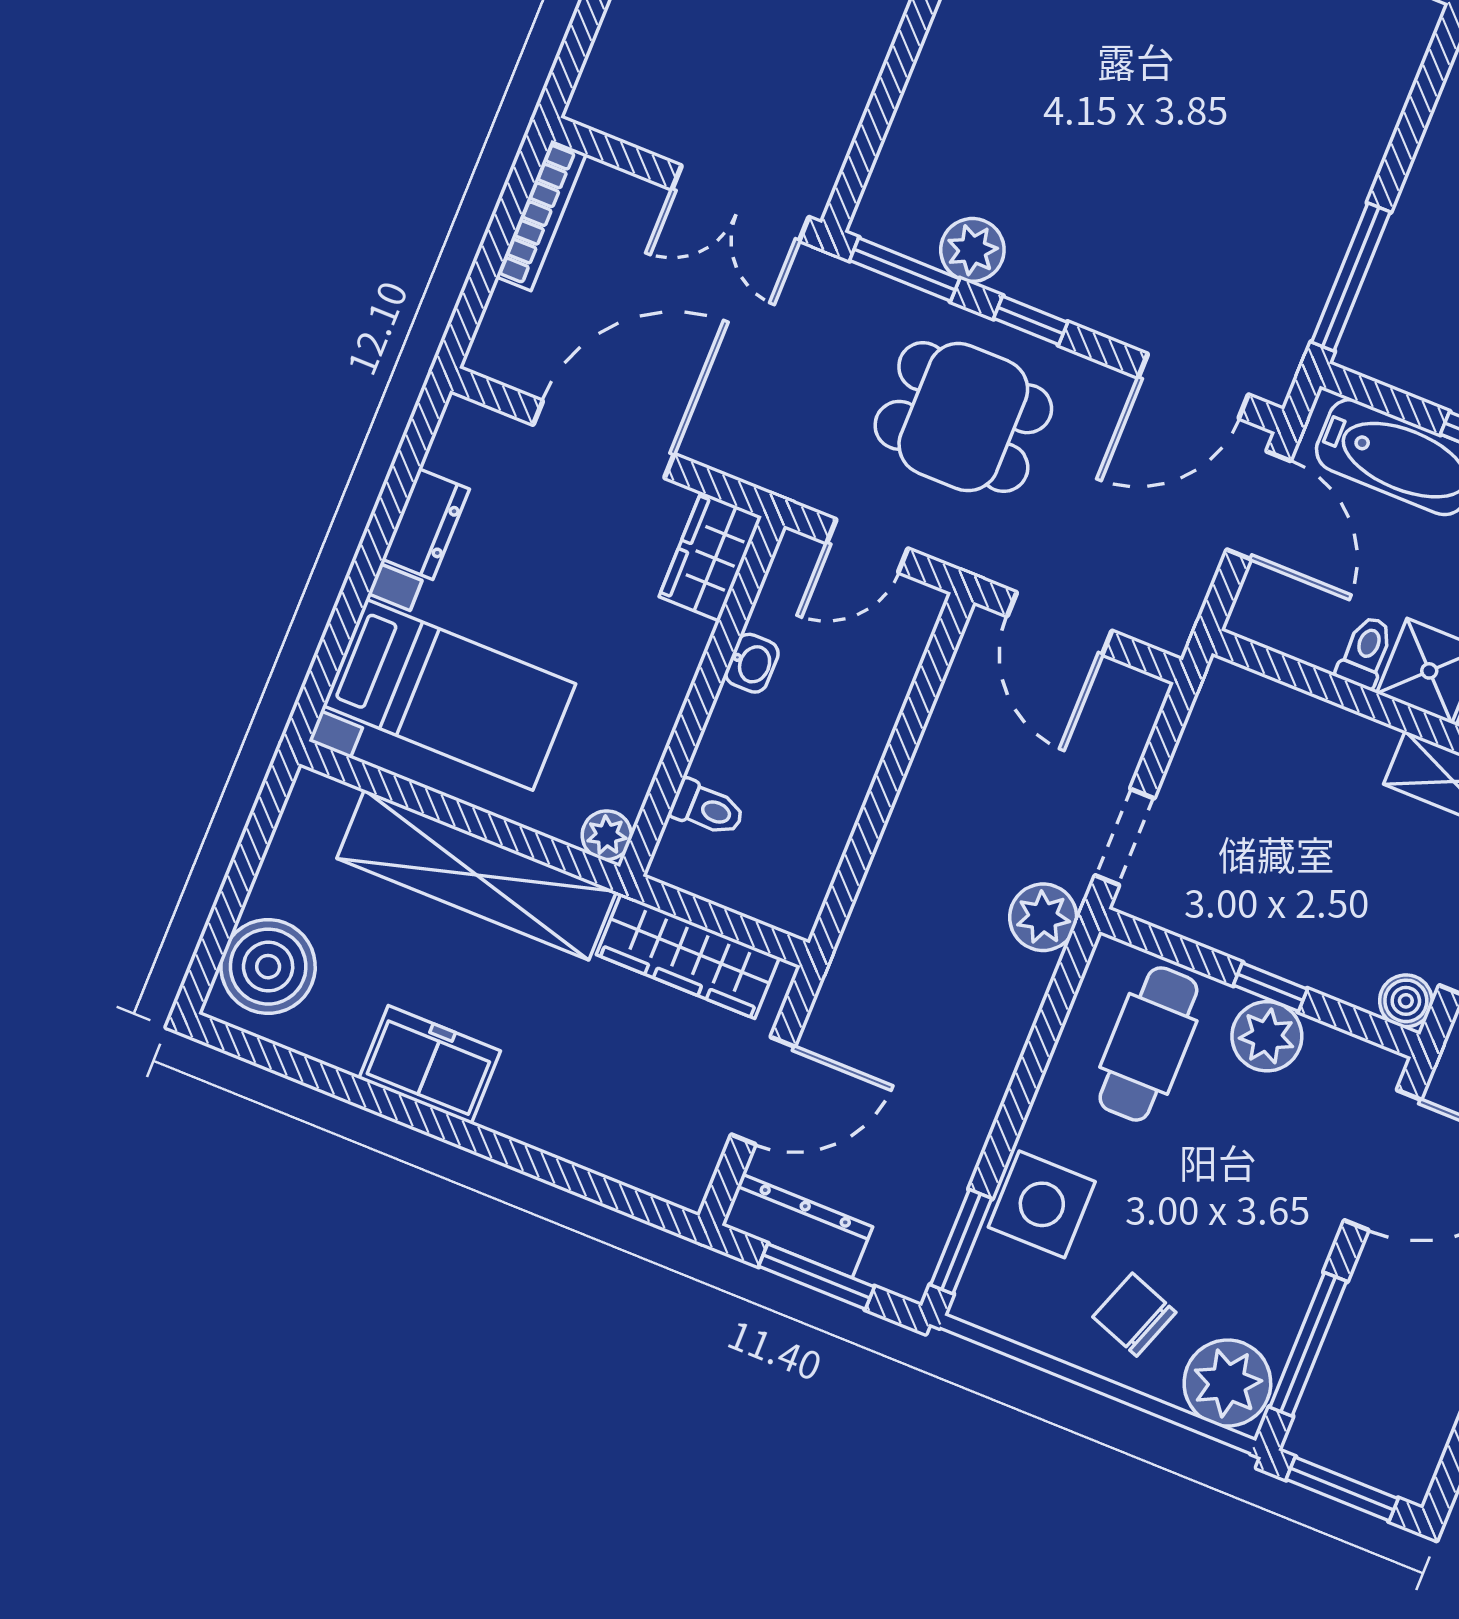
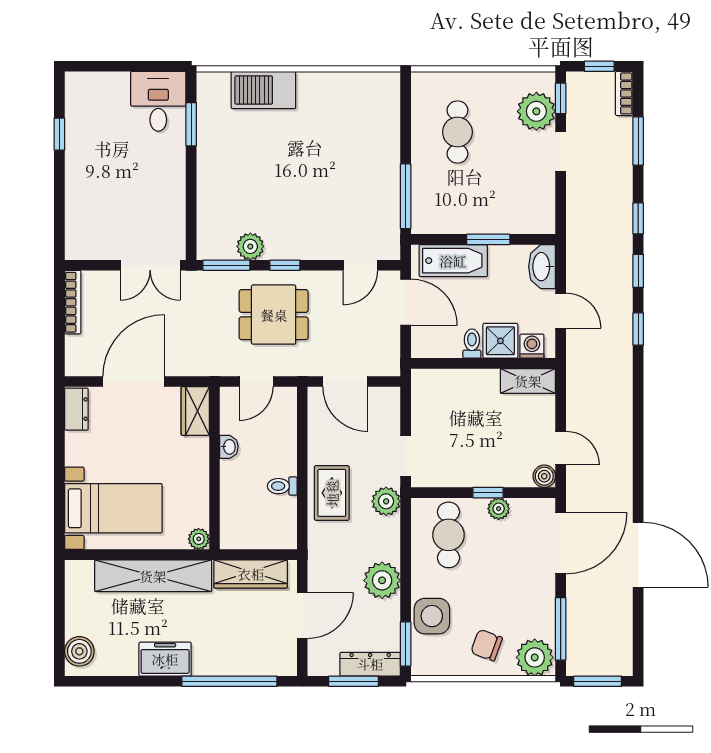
door: (1193, 386) -> (360, 265), width x0.73
dresser: (426, 524) -> (76, 409), moved
toilet: (707, 808) -> (282, 486), moved, turned 180
rug: (934, 852) -> (332, 493), added
boiler: (268, 967) -> (79, 651), width x0.73, depth x0.73
plant: (1267, 1036) -> (499, 509), width x0.73, depth x0.73
plant: (966, 1084) -> (382, 580), added
window: (549, 1168) -> (229, 681), added
dresser: (797, 1226) -> (370, 664), moved

